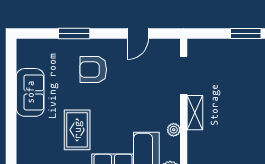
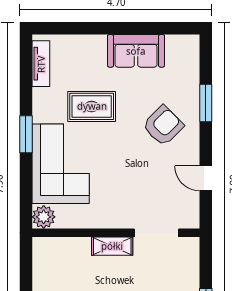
armchair: (93, 70) -> (163, 126), turned 45
plant: (174, 130) -> (92, 221), removed

